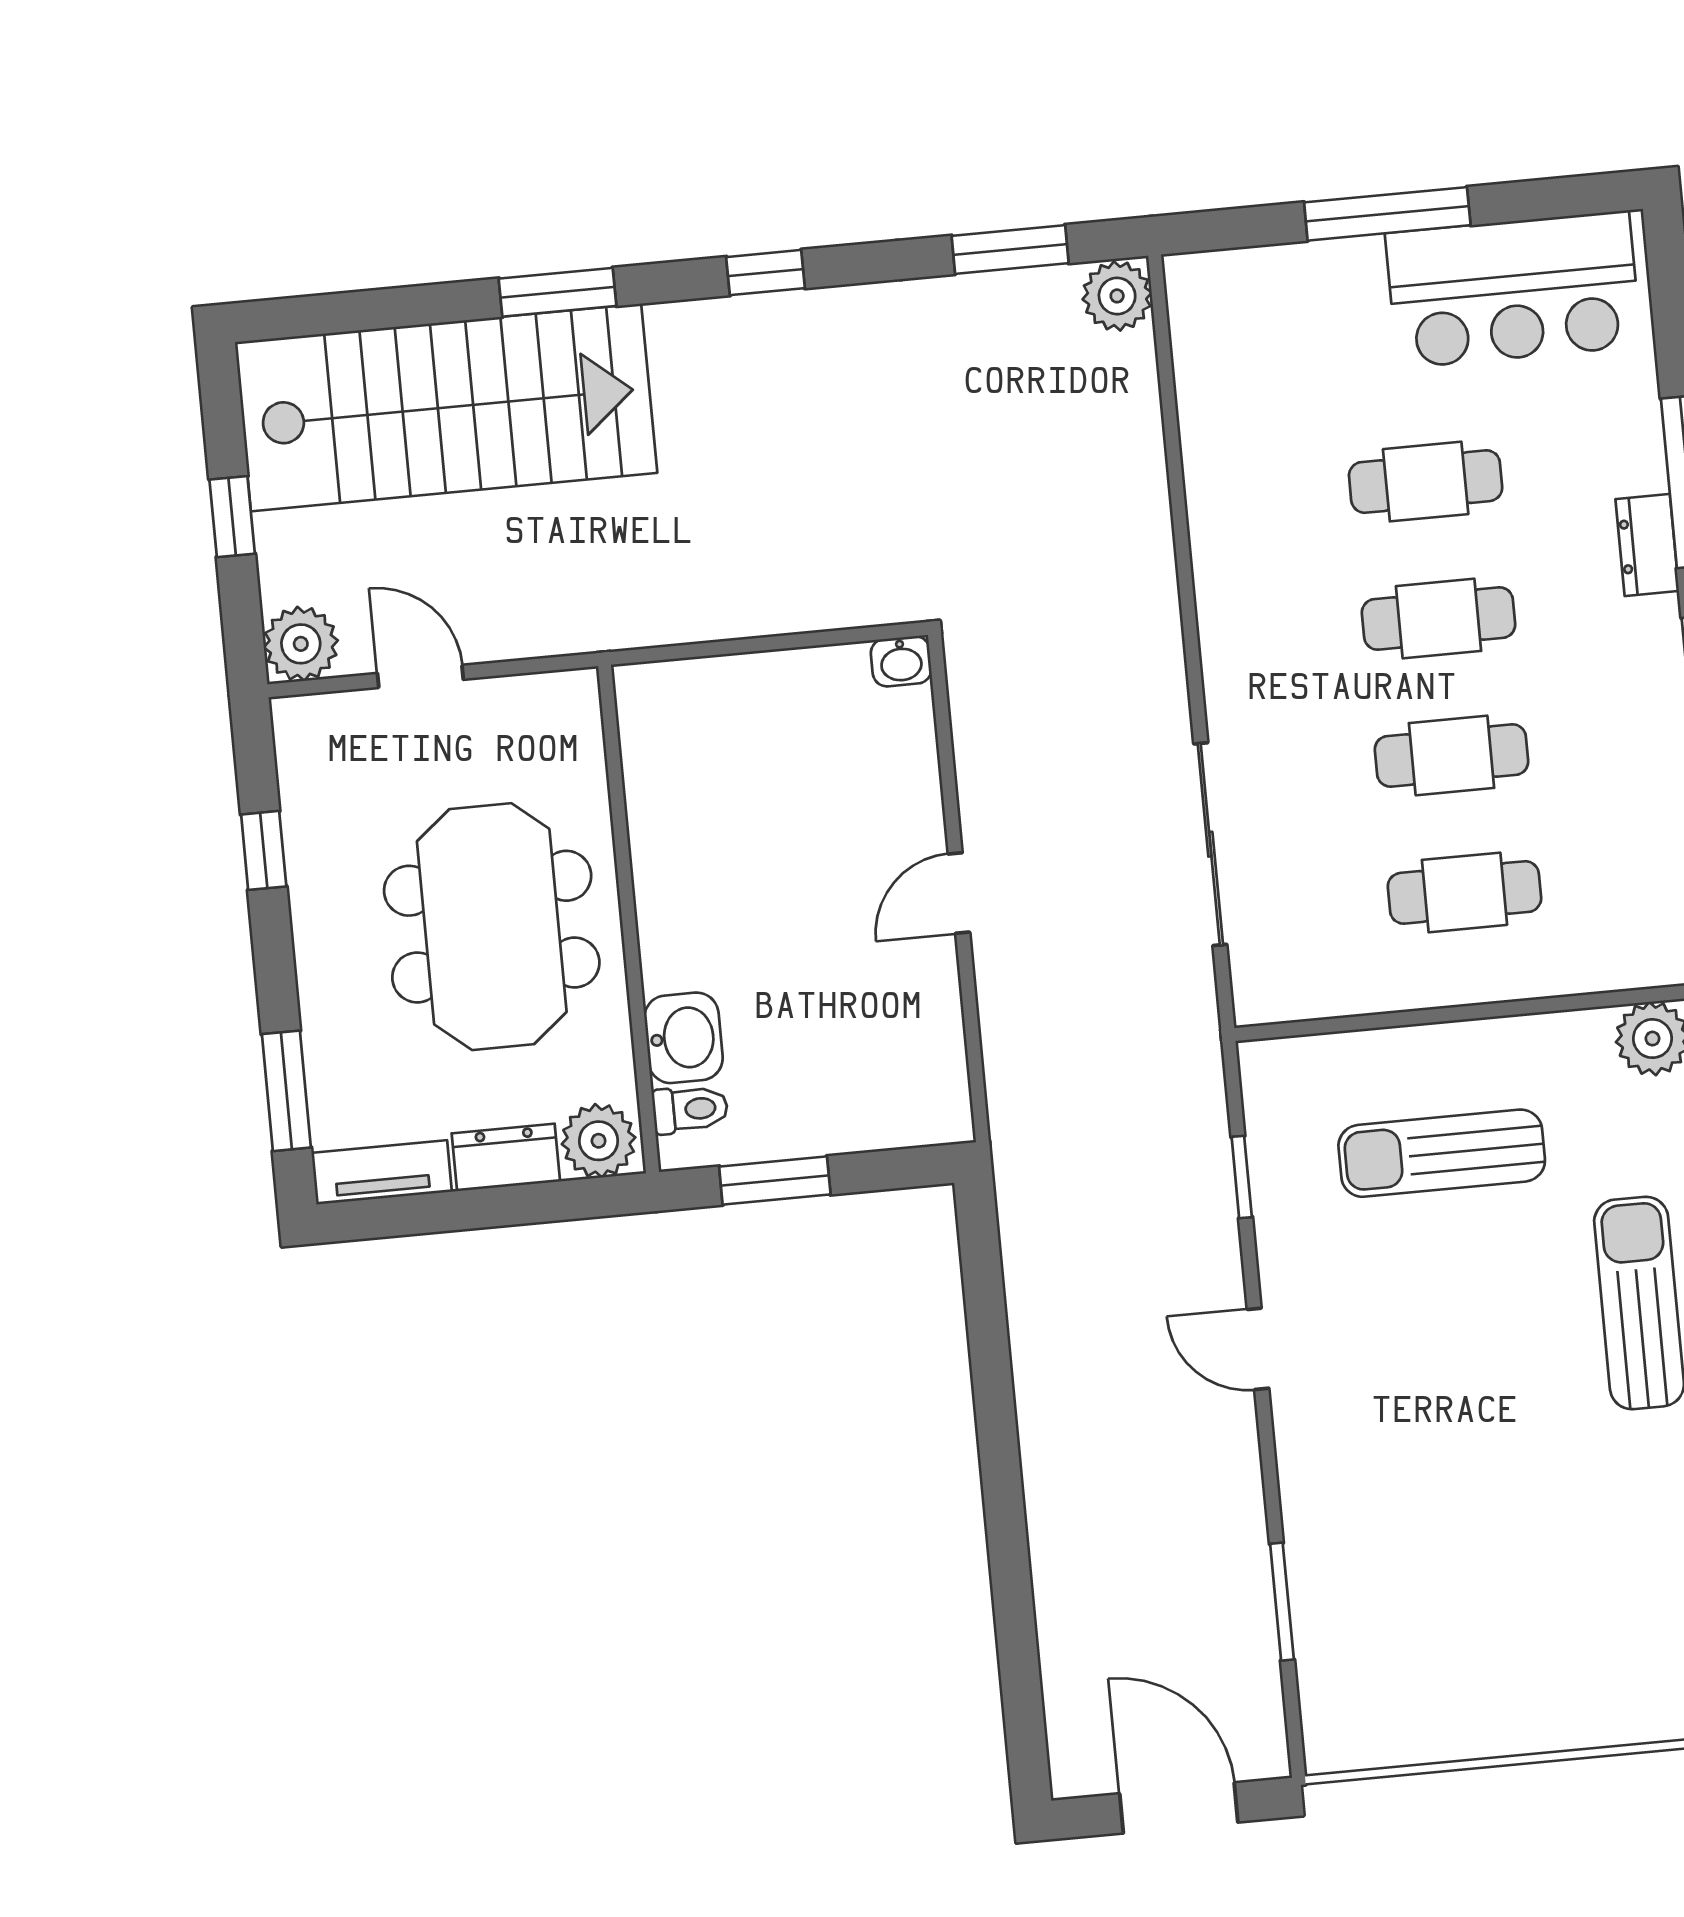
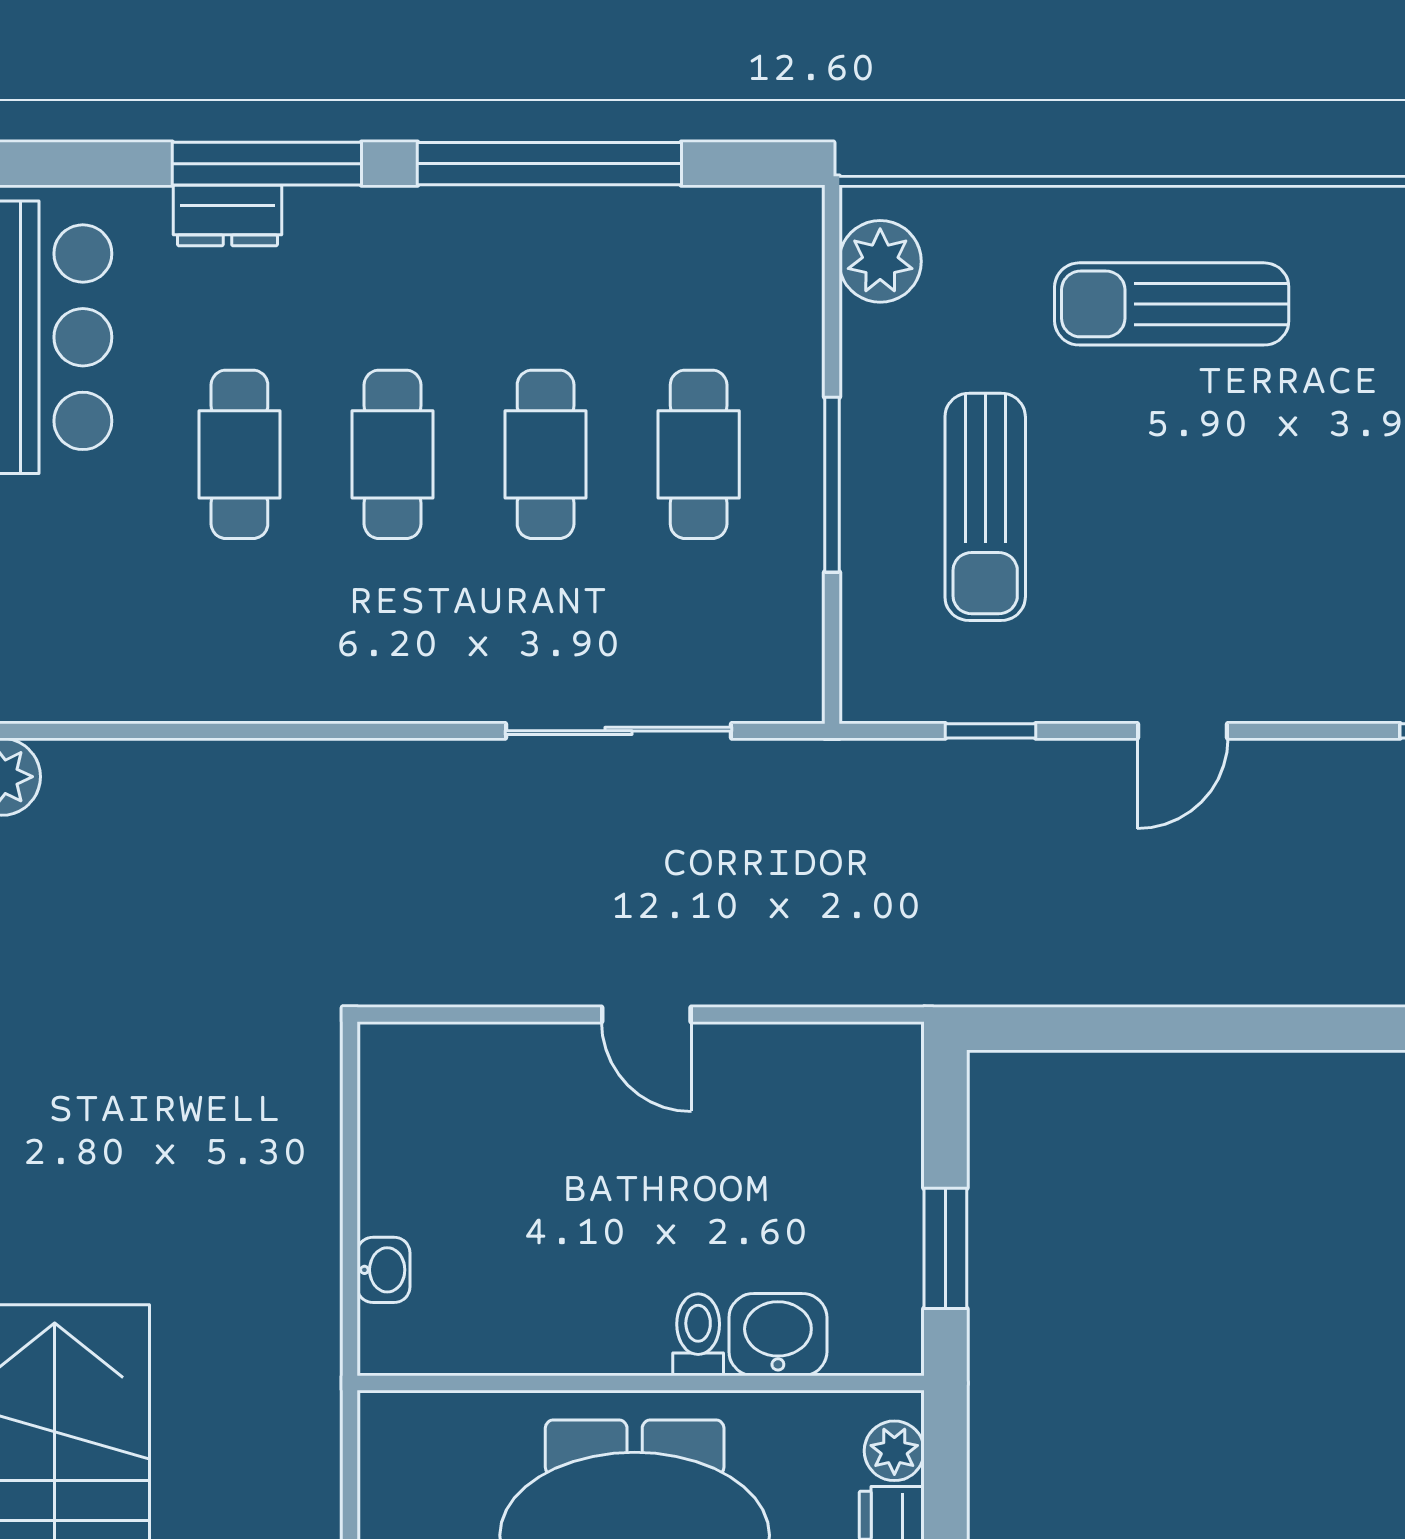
dresser: (1647, 545) -> (227, 215), moved
washbasin: (901, 661) -> (383, 1270), moved
window: (1449, 1014) -> (832, 485), added
toilet: (690, 1109) -> (698, 1335), moved
plant: (599, 1141) -> (894, 1451), width x0.73, depth x0.73

